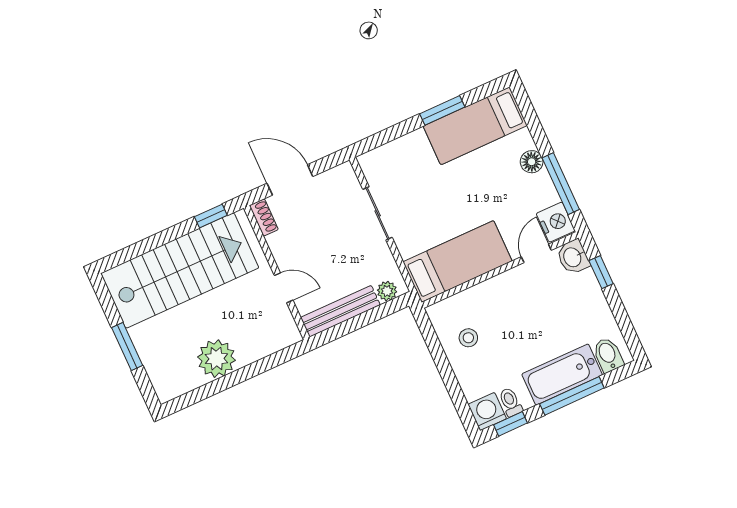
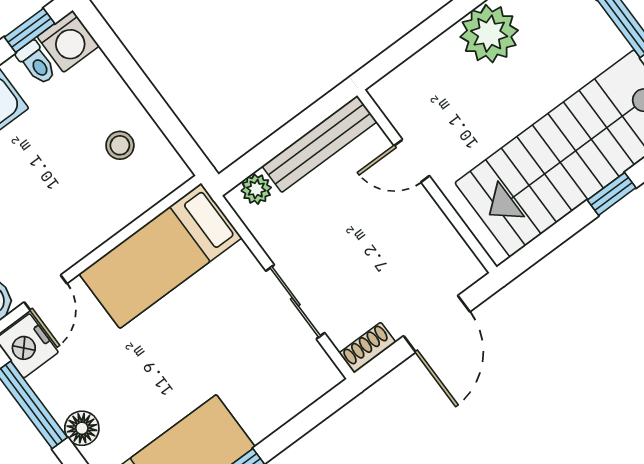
door: (290, 180) -> (437, 324), hinge flipped
window: (211, 216) -> (612, 194), moved
shoe rack: (264, 217) -> (367, 348), moved, turned 90

